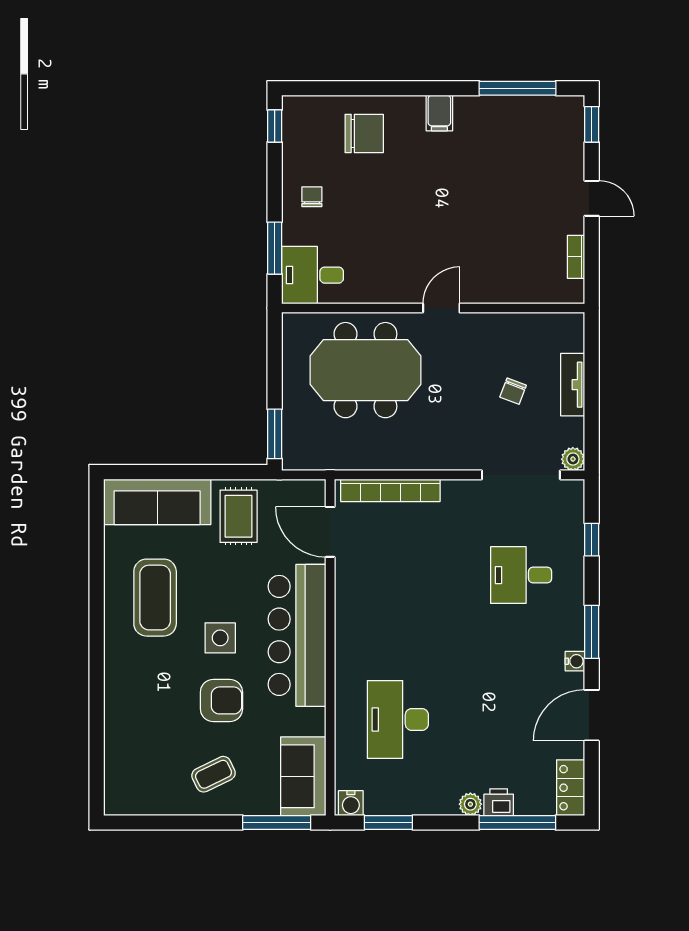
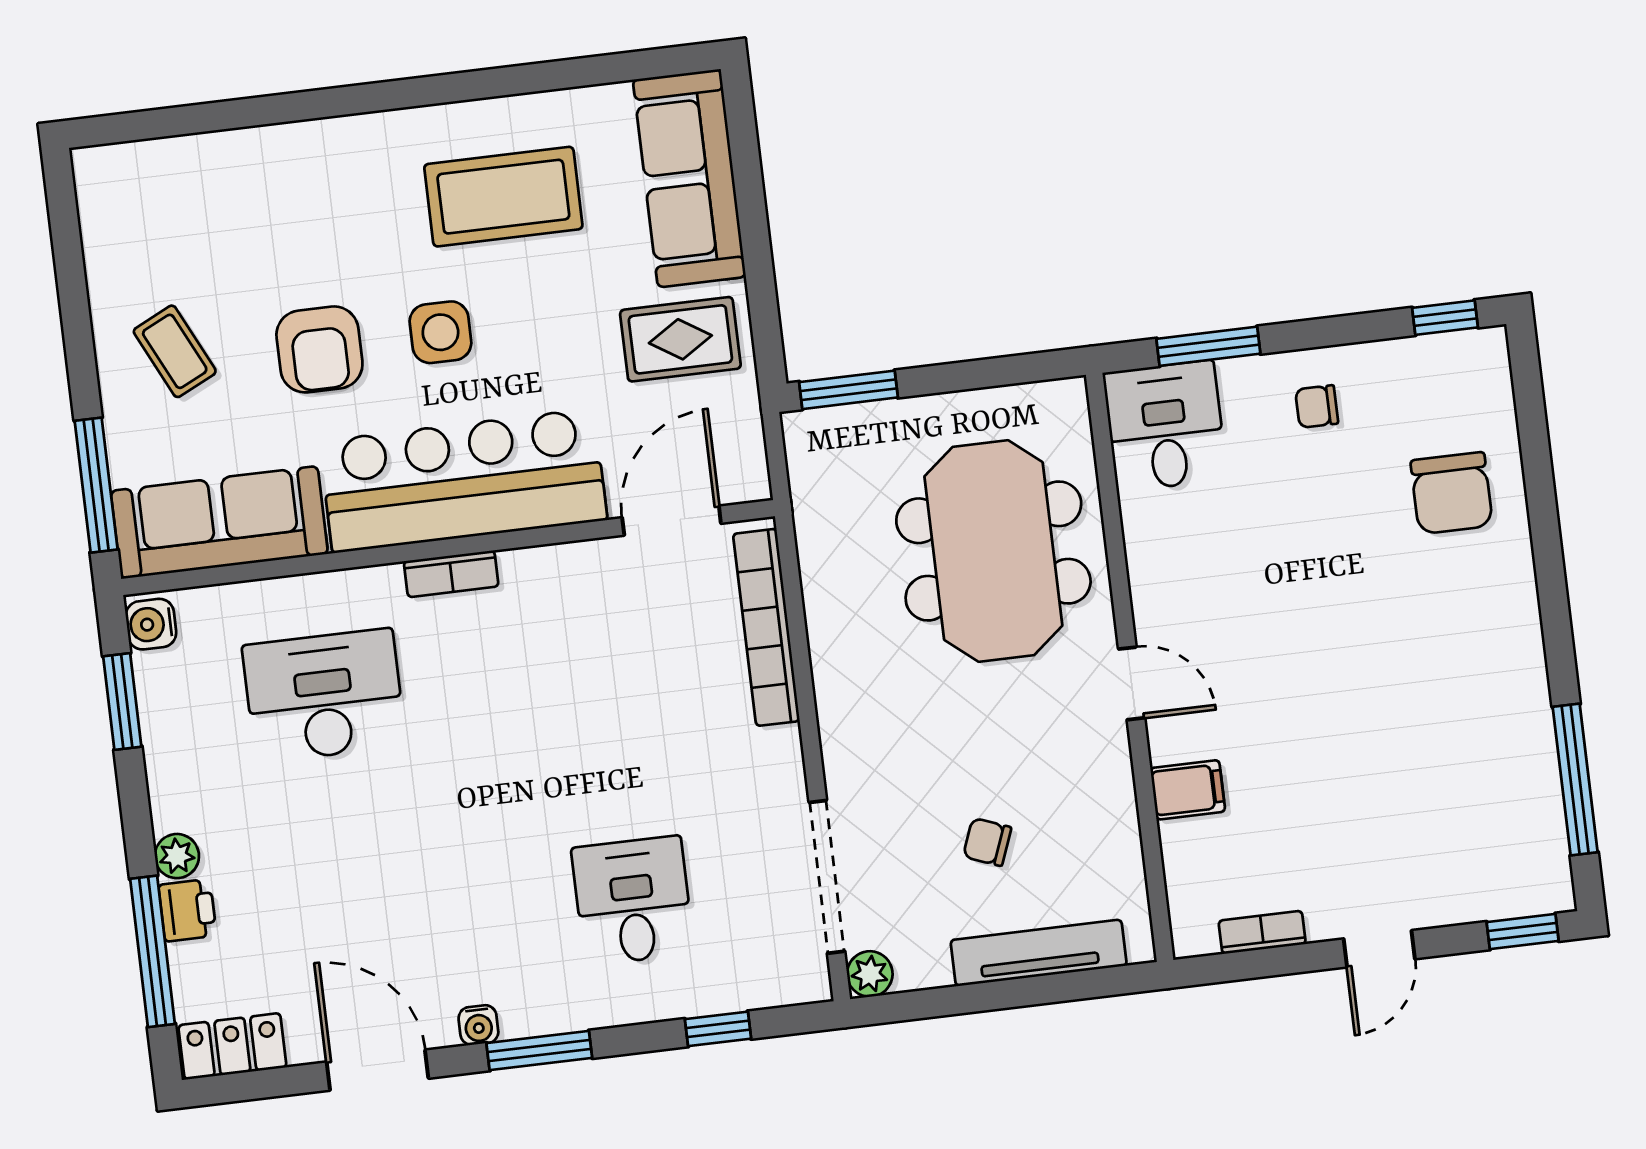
filing cabinet: (439, 113) -> (1188, 790), moved, turned 180
chair: (312, 197) -> (1317, 407), turned 180
tv unit: (573, 385) -> (1039, 953), width x1.41
bookcase: (344, 647) -> (451, 574), added
sofa: (303, 776) -> (219, 522), width x1.36

